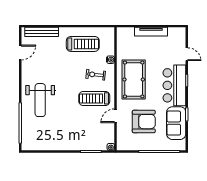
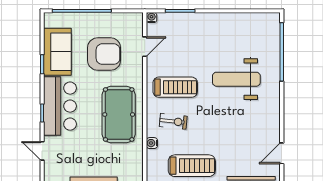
treadmill: (83, 44) -> (192, 166), turned 180
weight bench: (40, 100) -> (236, 79), moved, turned -90
door: (115, 116) -> (145, 47), moved
armchair: (144, 122) -> (104, 54), turned 180

